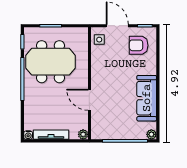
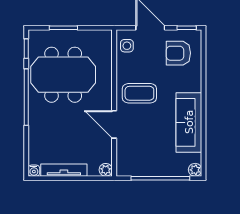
coffee table: (109, 76) -> (139, 93), added

